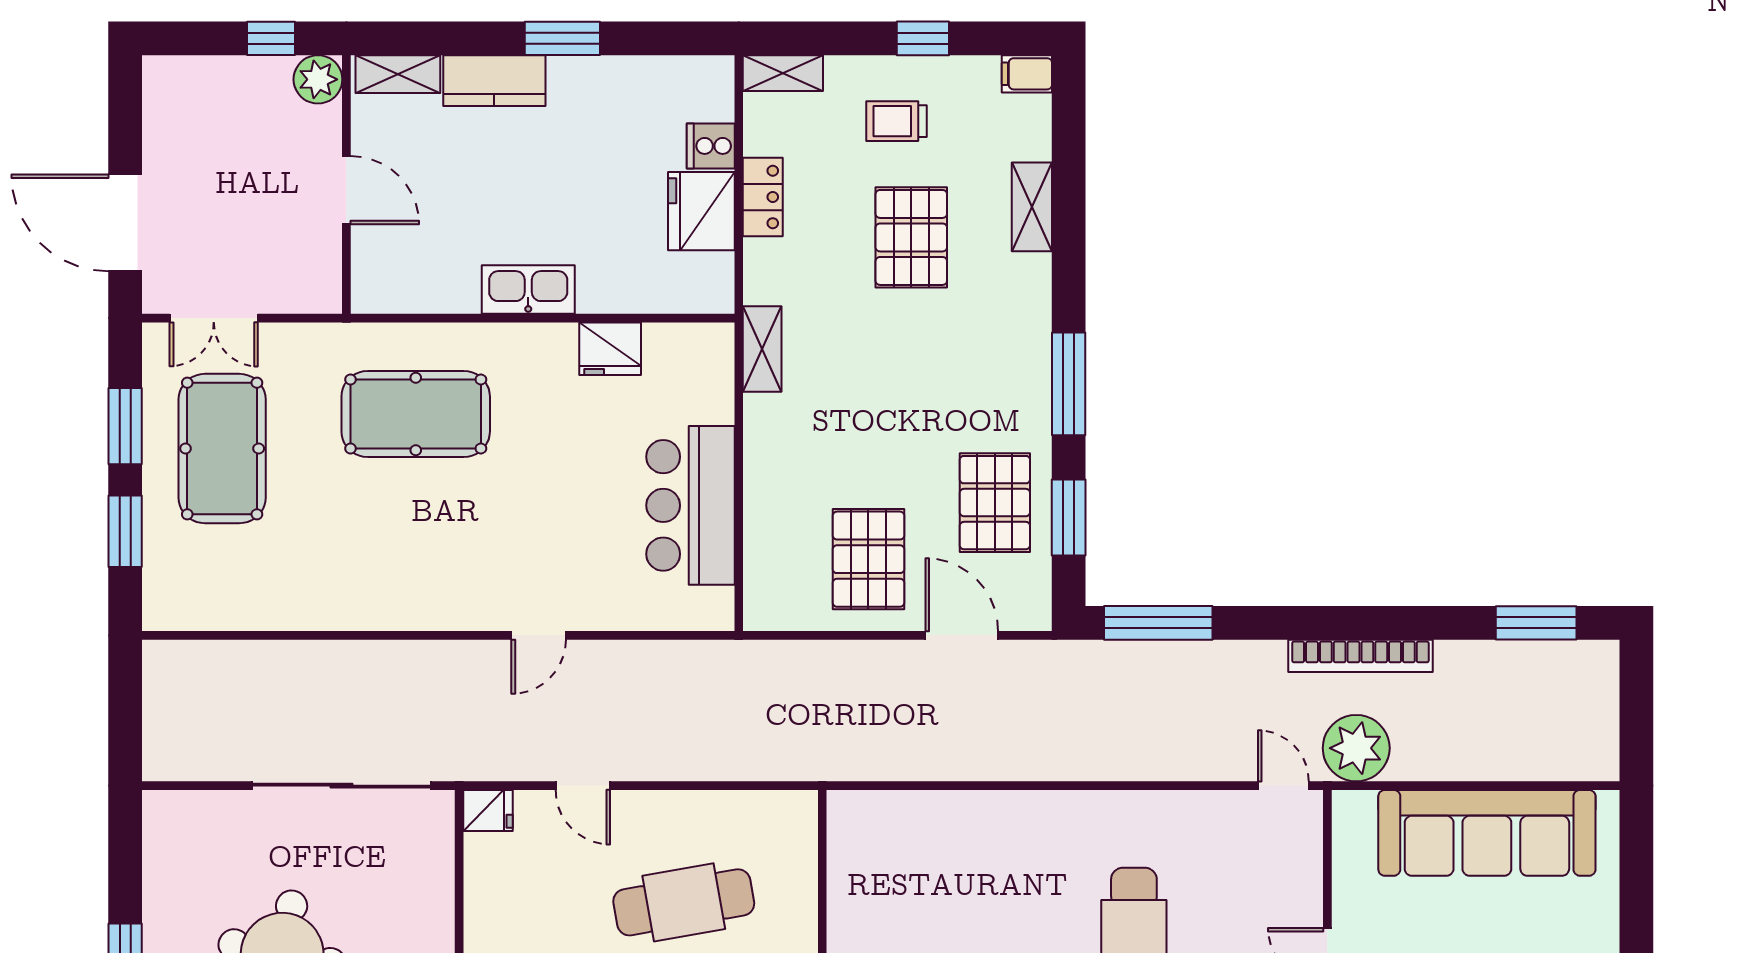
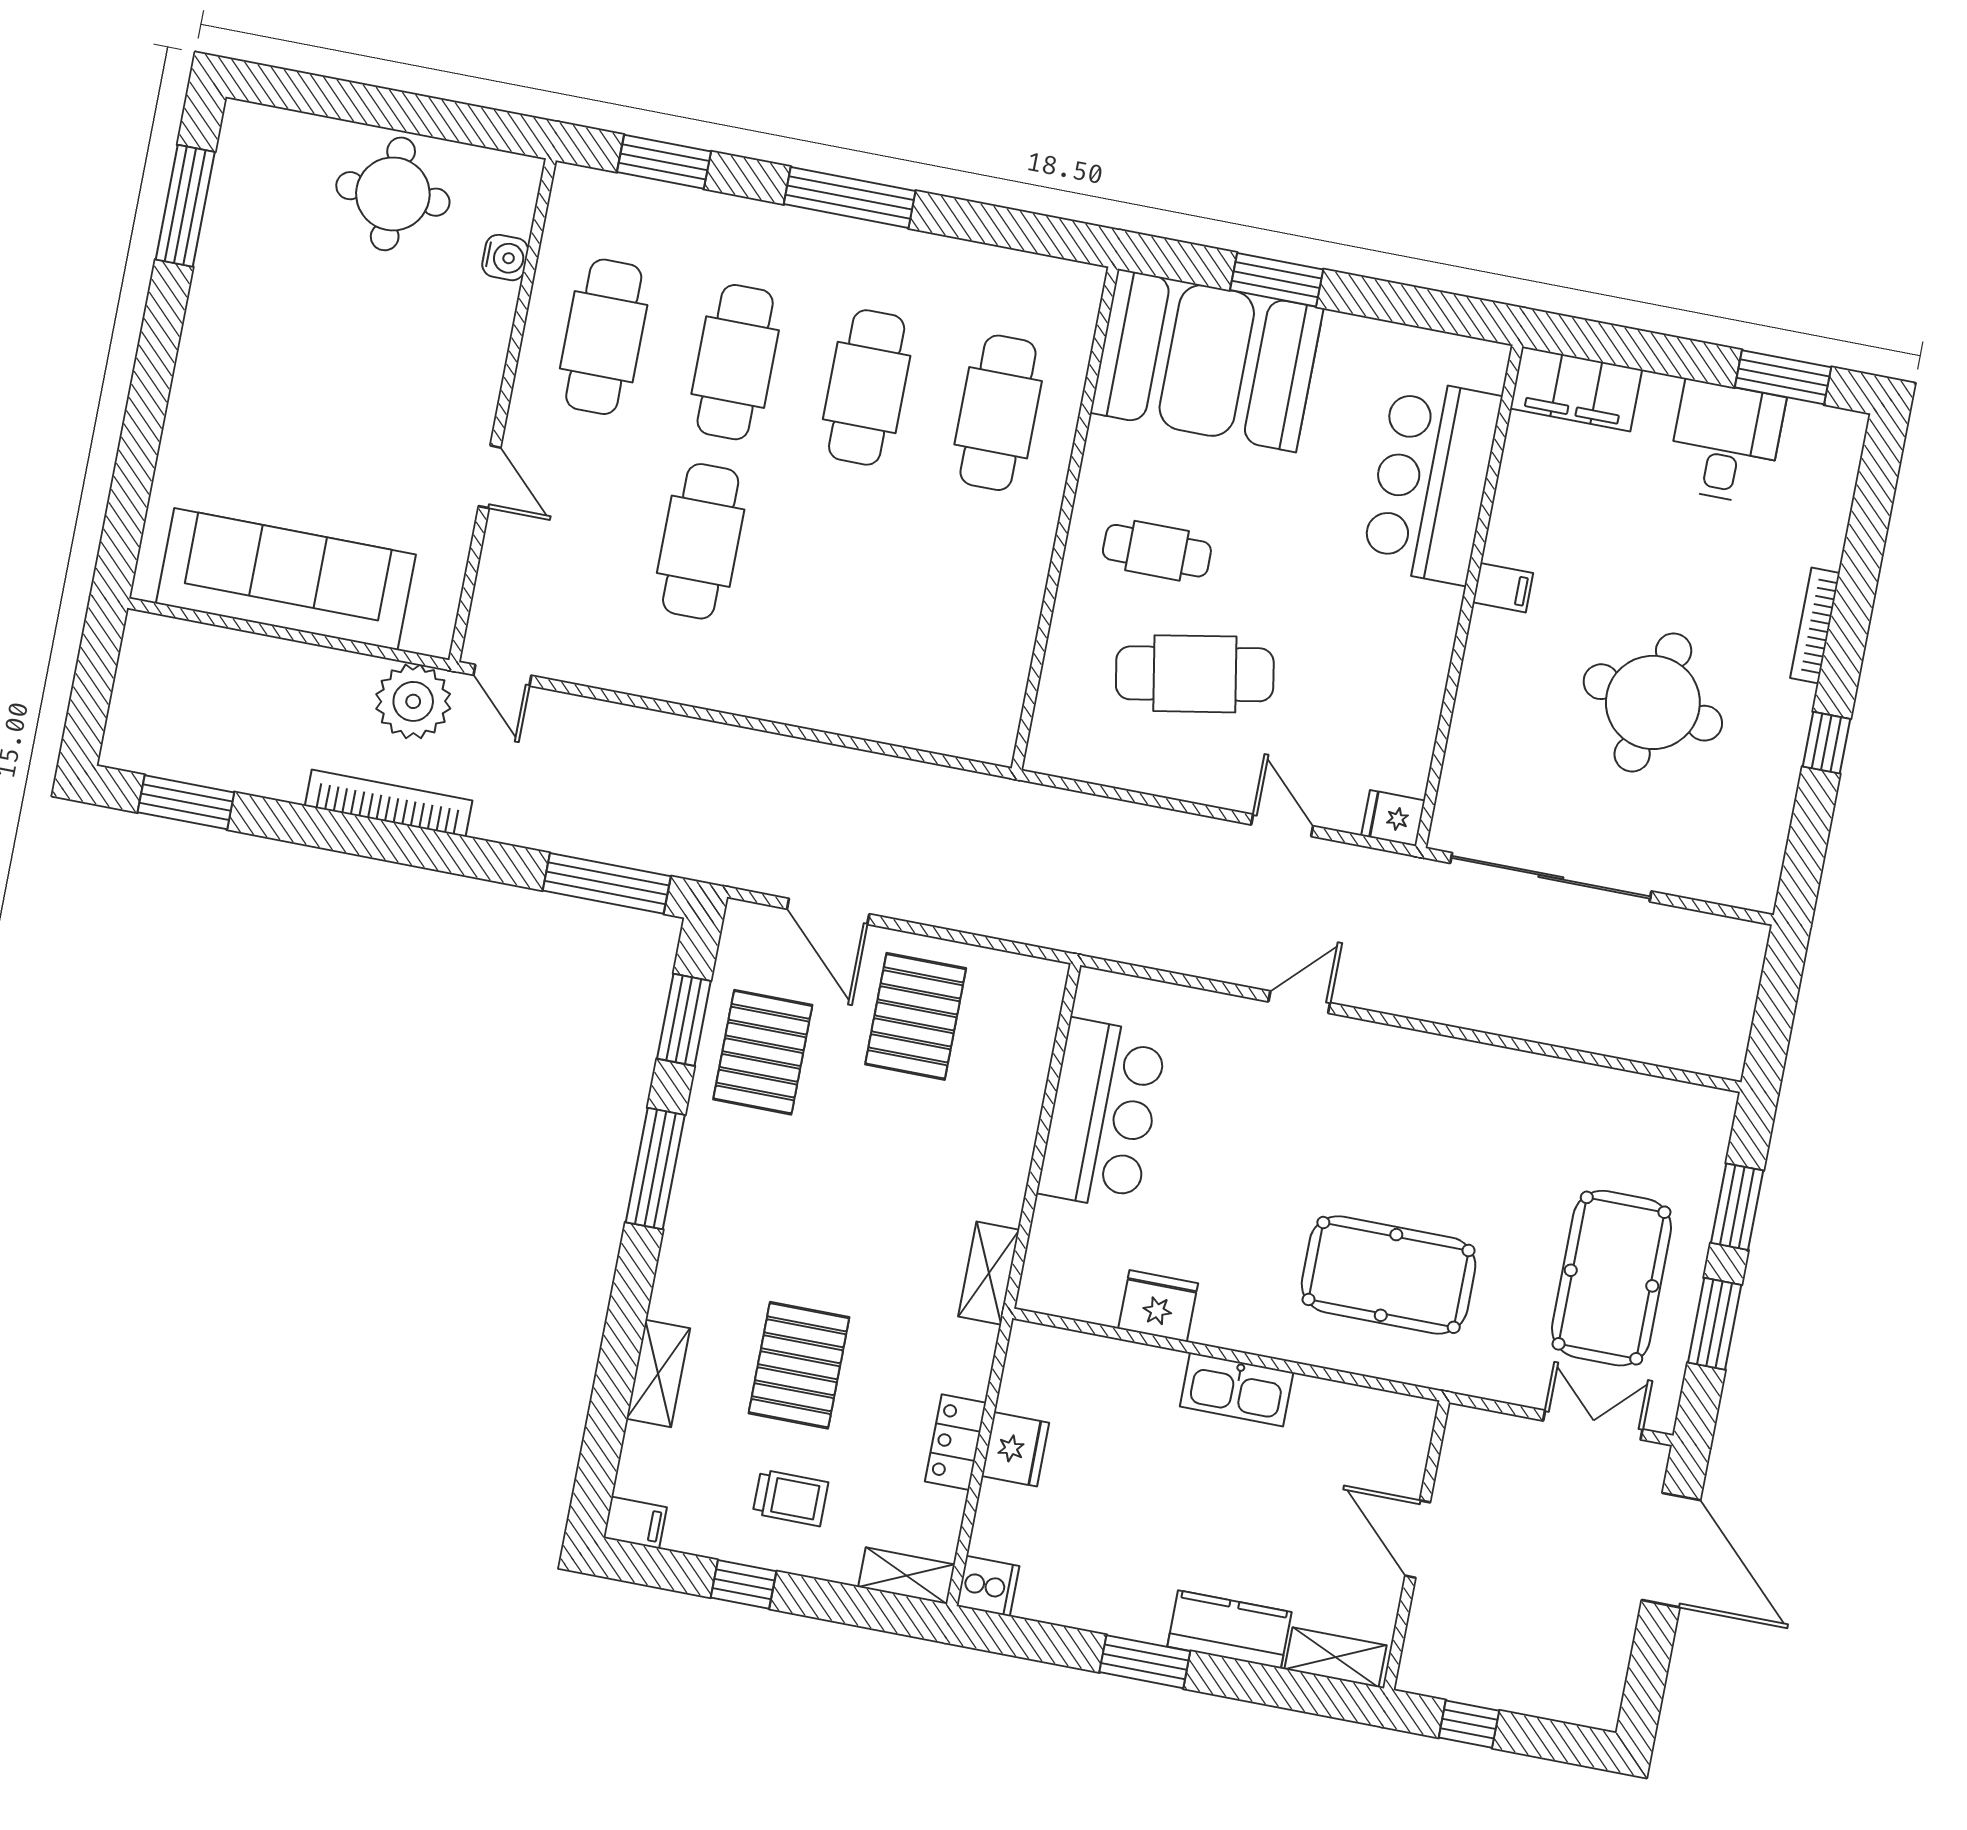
plant: (318, 79) -> (1426, 1668), removed
cooker: (711, 146) -> (988, 1586), moved
fridge: (701, 211) -> (1015, 1449), width x0.73, depth x0.75

